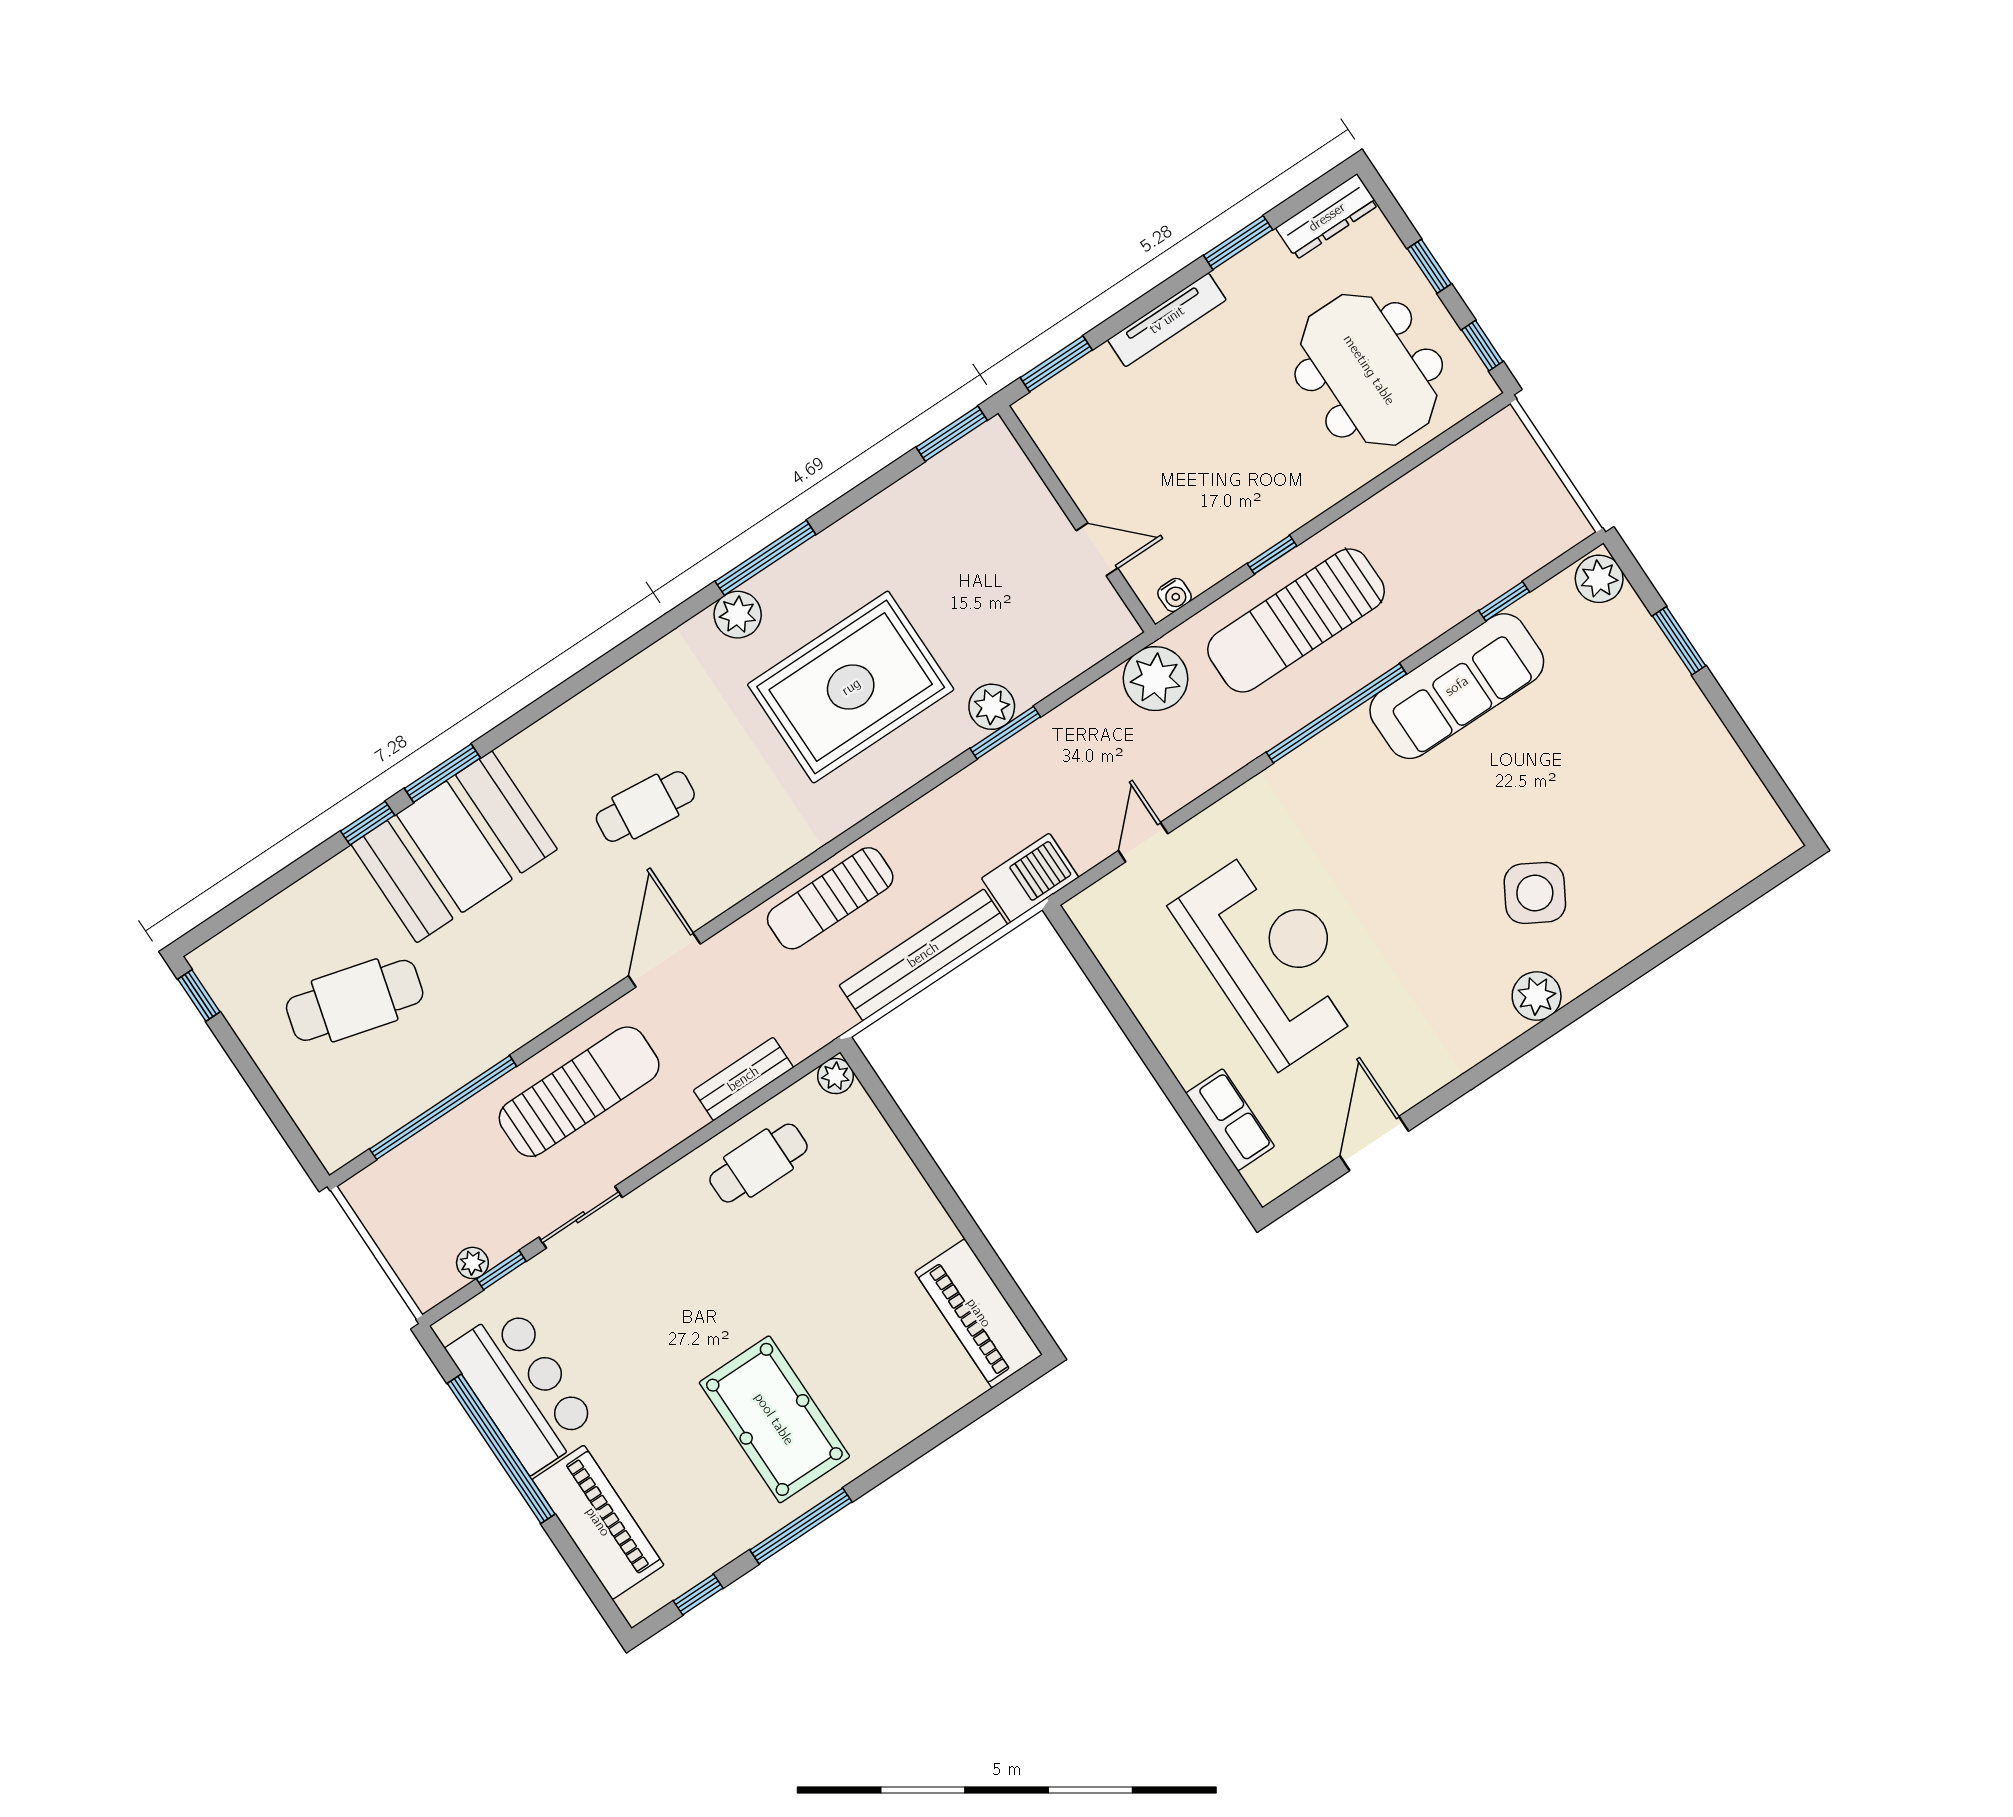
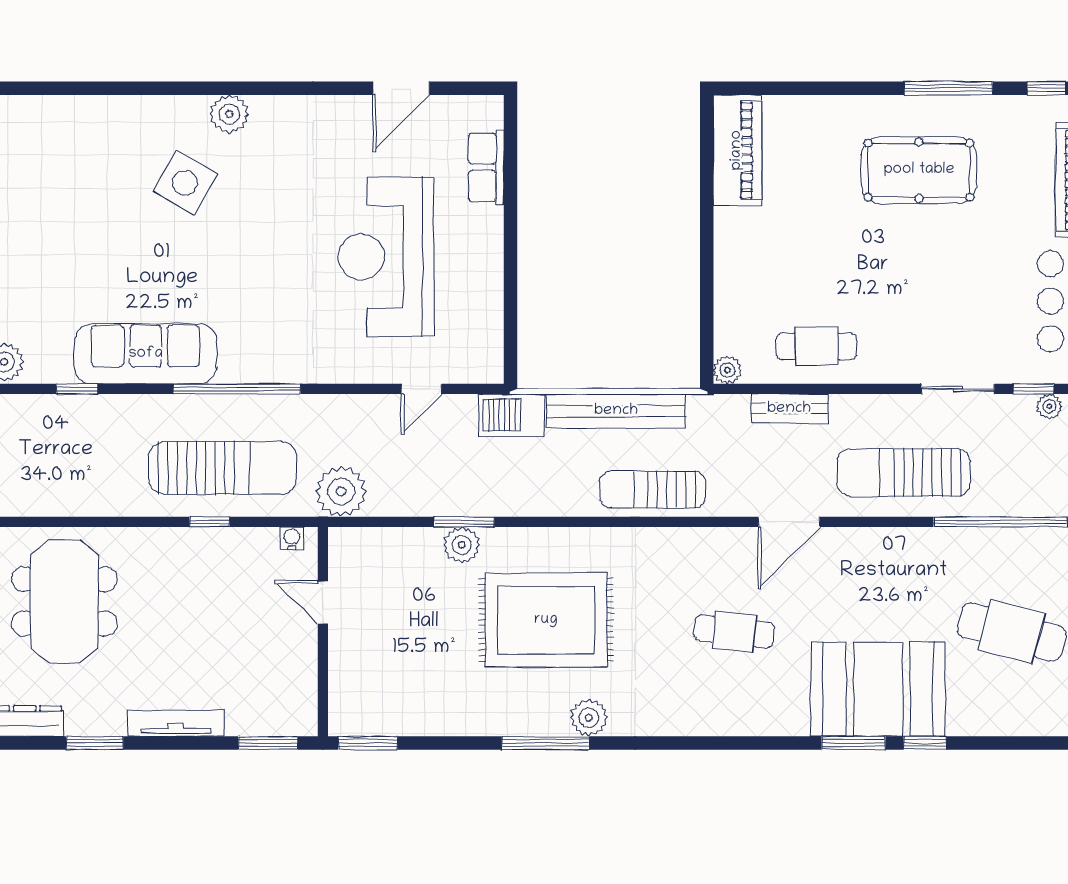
sun lounger: (830, 898) -> (653, 490), turned 180
pool table: (774, 1419) -> (919, 170), turned 90

